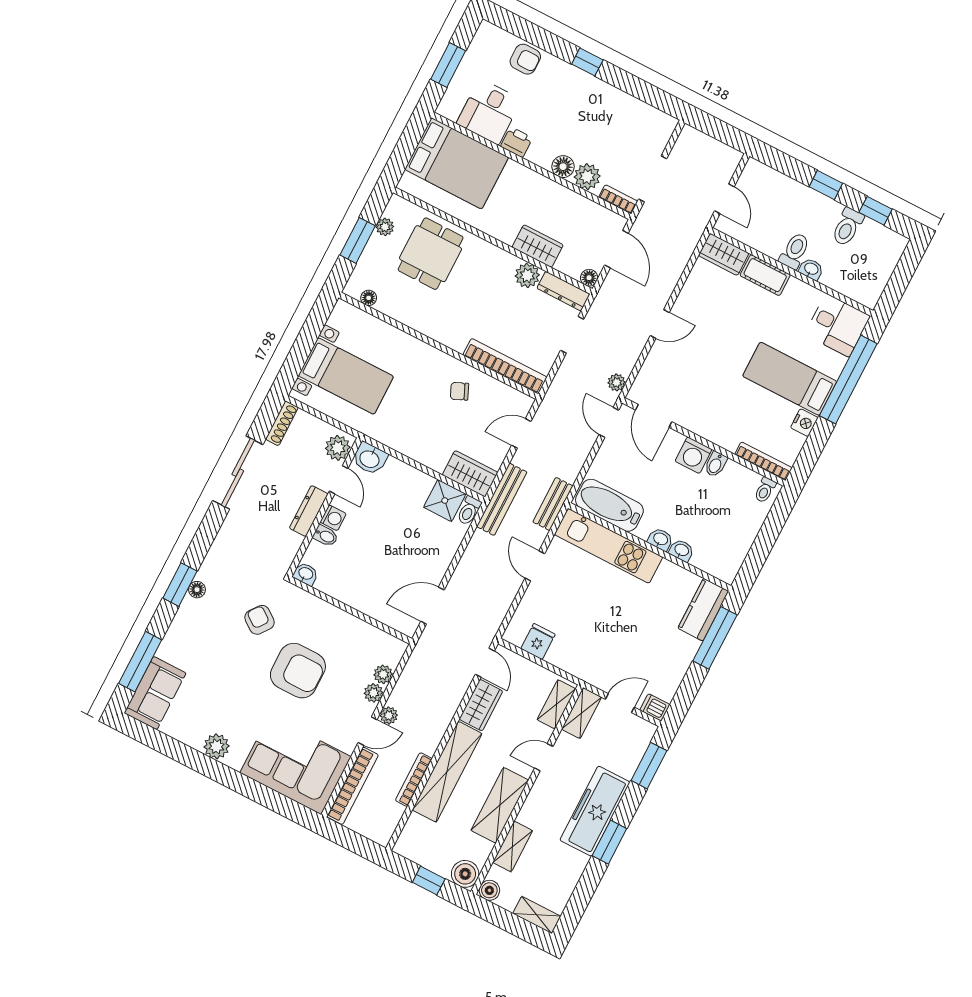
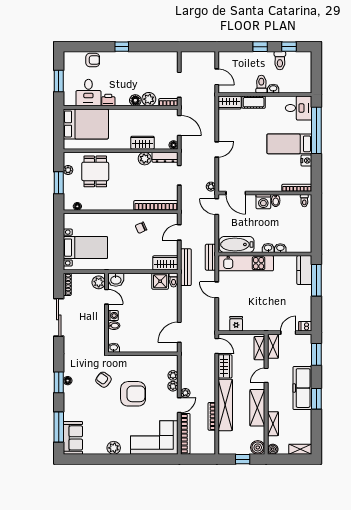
dresser: (309, 511) -> (100, 318), removed

